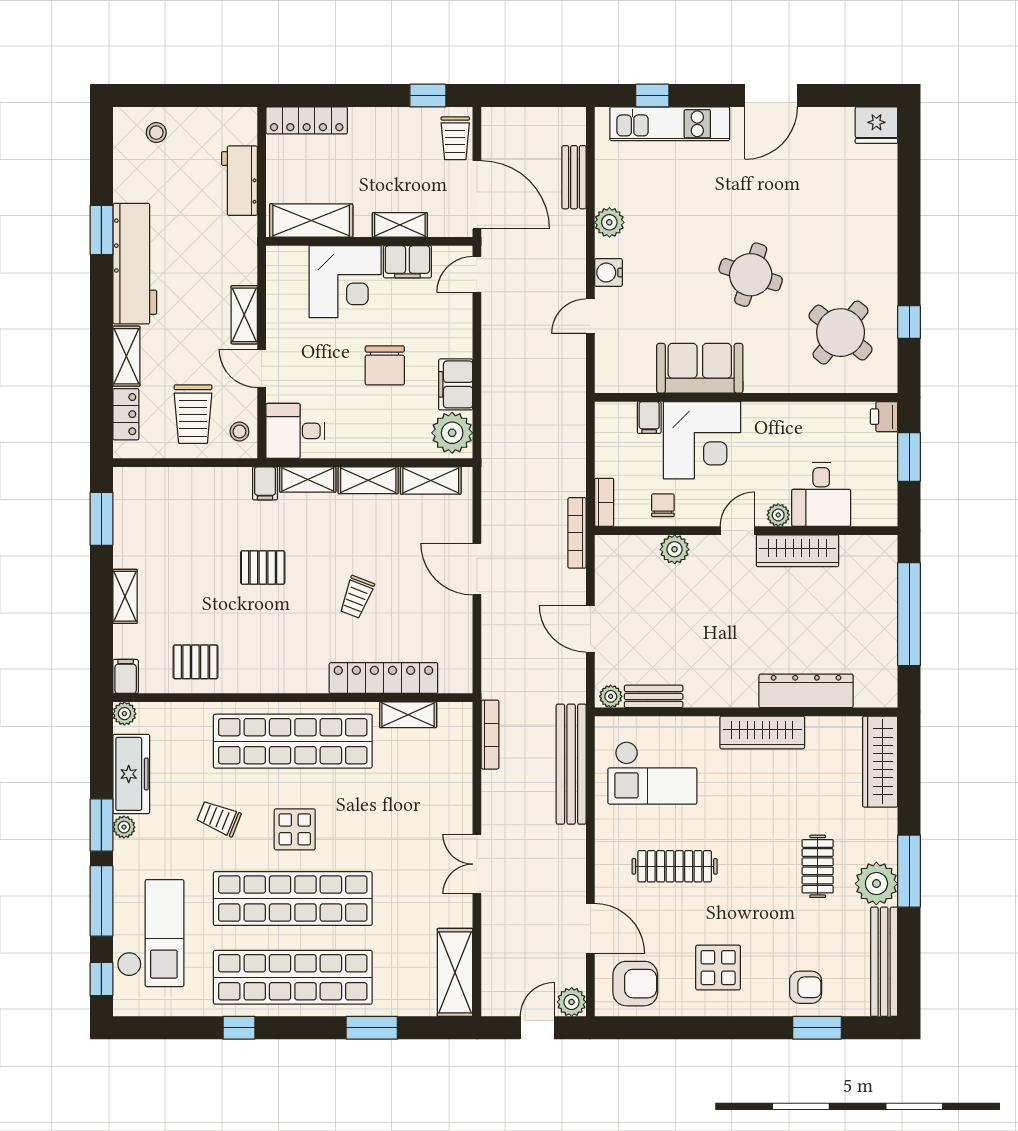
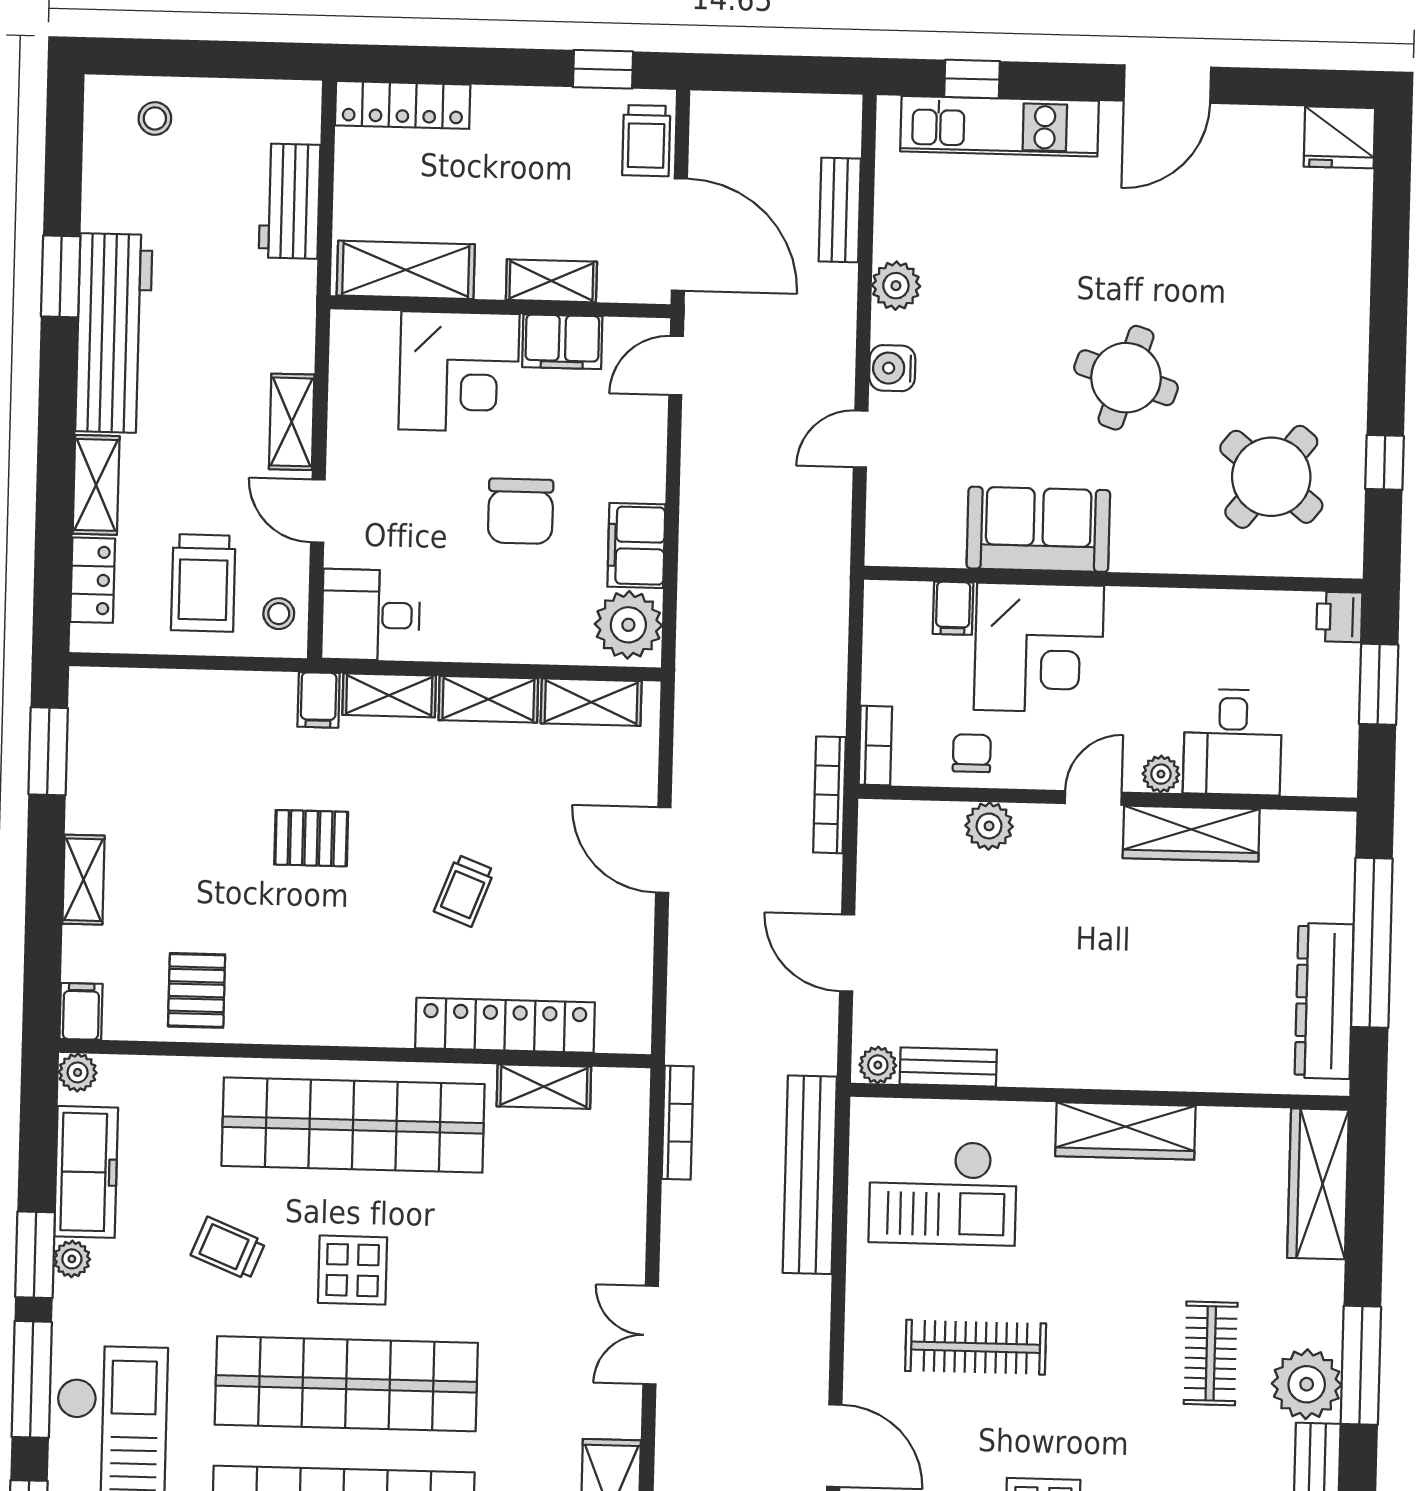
pallet: (195, 662) -> (197, 990), turned 90
dresser: (806, 691) -> (1324, 1001), moved, turned -90

